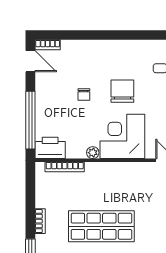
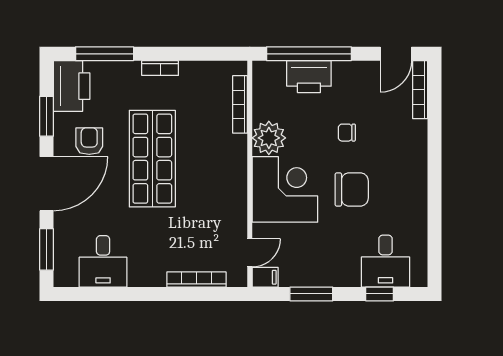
bookcase: (48, 45) -> (420, 90), width x1.56
printer: (50, 148) -> (309, 77), moved, turned 90
plant: (93, 153) -> (269, 138), width x1.87, depth x1.87

